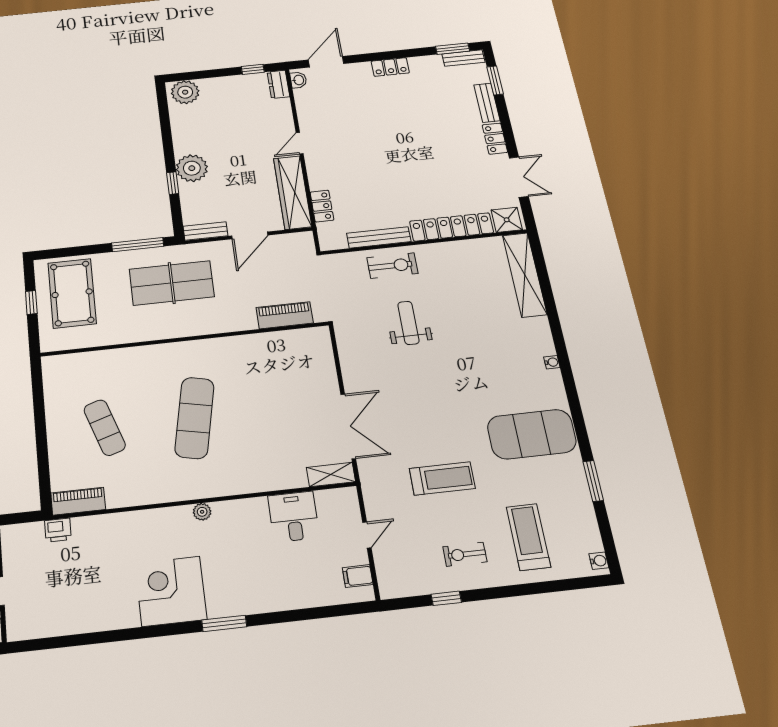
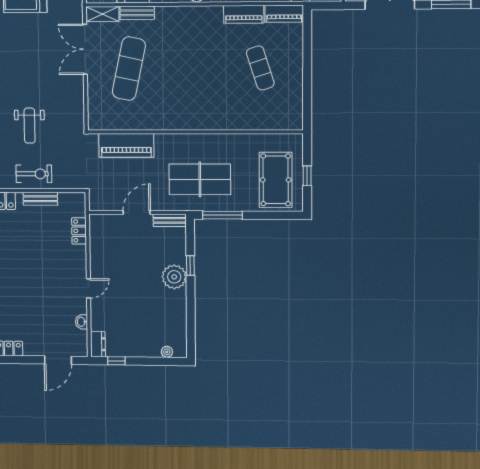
washbasin: (298, 80) -> (81, 322), moved
plant: (185, 92) -> (167, 352), width x0.53, depth x0.53
wardrobe: (293, 192) -> (100, 246), removed
bench: (379, 237) -> (40, 199), width x0.73
exercise bike: (392, 266) -> (34, 174), turned 180
piano: (285, 315) -> (126, 145), width x1.37, depth x1.33
exercise mat: (195, 418) -> (129, 69), moved
bench: (283, 481) -> (137, 13), added
piano: (134, 494) -> (244, 14), added

